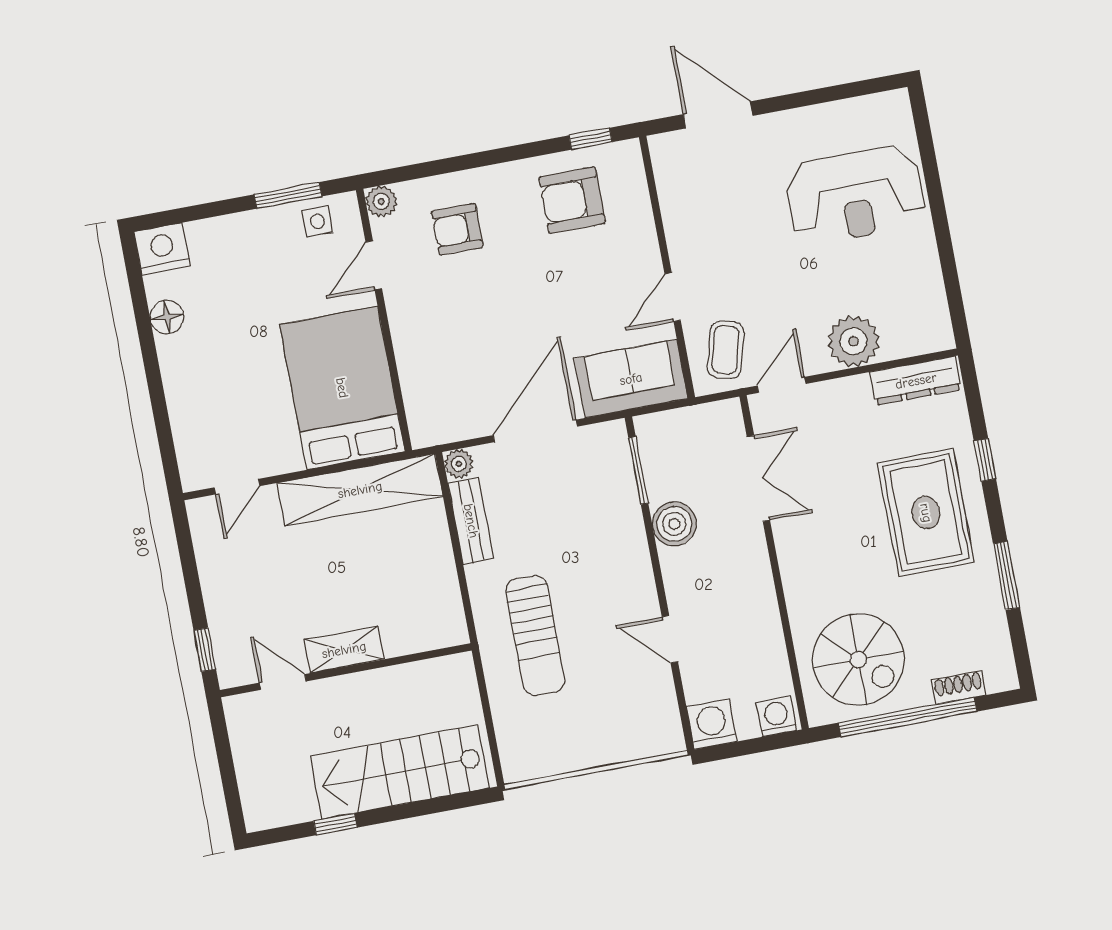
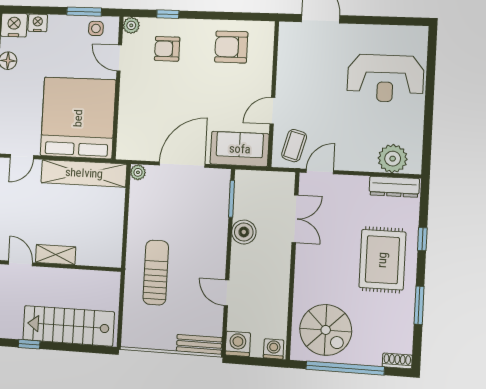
window: (591, 139) -> (168, 14), moved
nightstand: (206, 235) -> (38, 23), added
door: (374, 265) -> (119, 58), hinge flipped
plant: (853, 341) -> (393, 159), moved
bed: (342, 388) -> (78, 118), width x1.36
bench: (471, 521) -> (199, 344), moved, turned 90
sun lounger: (535, 635) -> (156, 273), turned 180
shoe rack: (959, 687) -> (397, 361), moved

